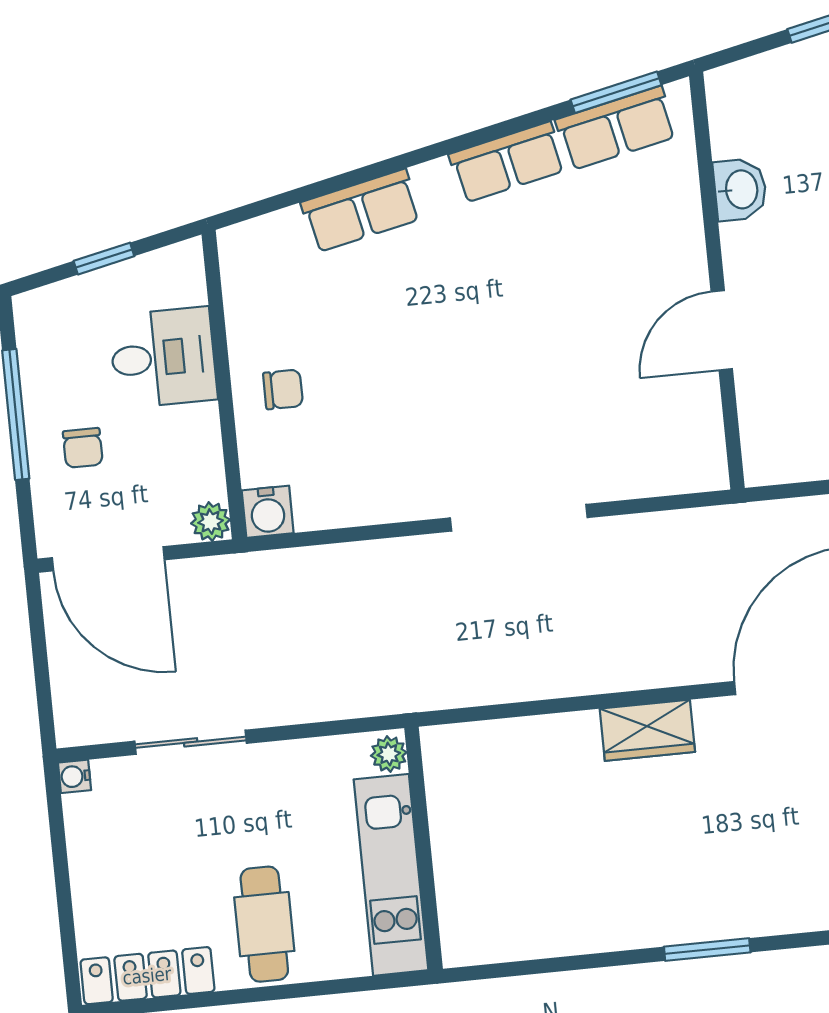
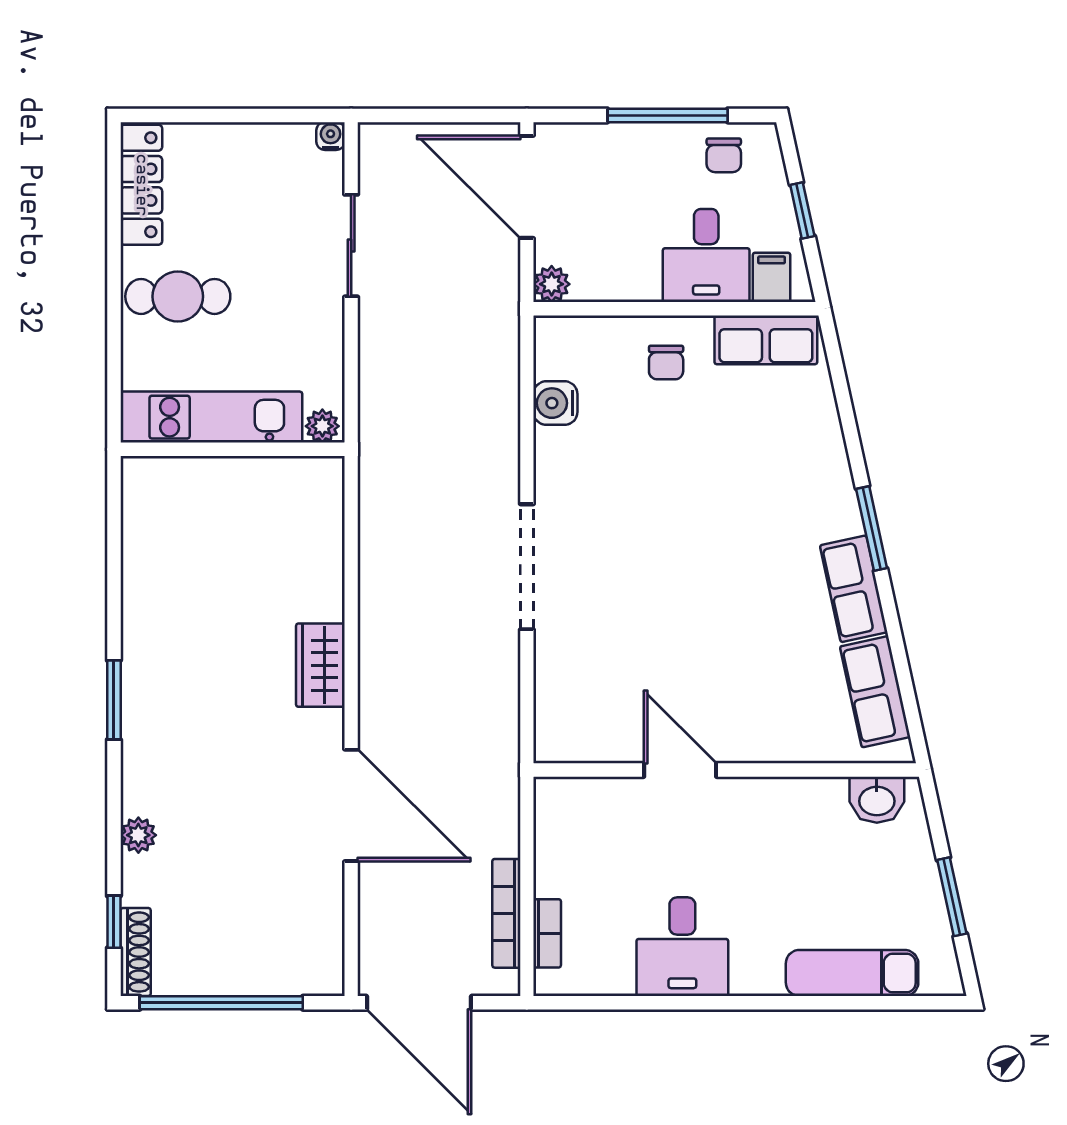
window: (616, 92) -> (872, 529), moved
washbasin: (740, 189) -> (877, 800), moved
row of seats: (361, 211) -> (766, 340), moved, turned -78
filing cabinet: (180, 285) -> (772, 277), added
chair: (83, 448) -> (724, 155), moved, turned -90
water cooler: (268, 512) -> (555, 403), moved
door: (108, 559) -> (527, 187), hinge flipped

